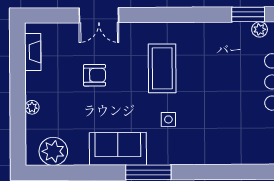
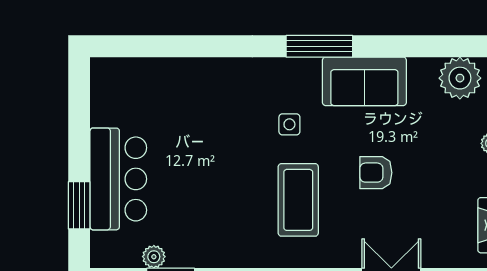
armchair: (95, 75) -> (376, 173), moved

